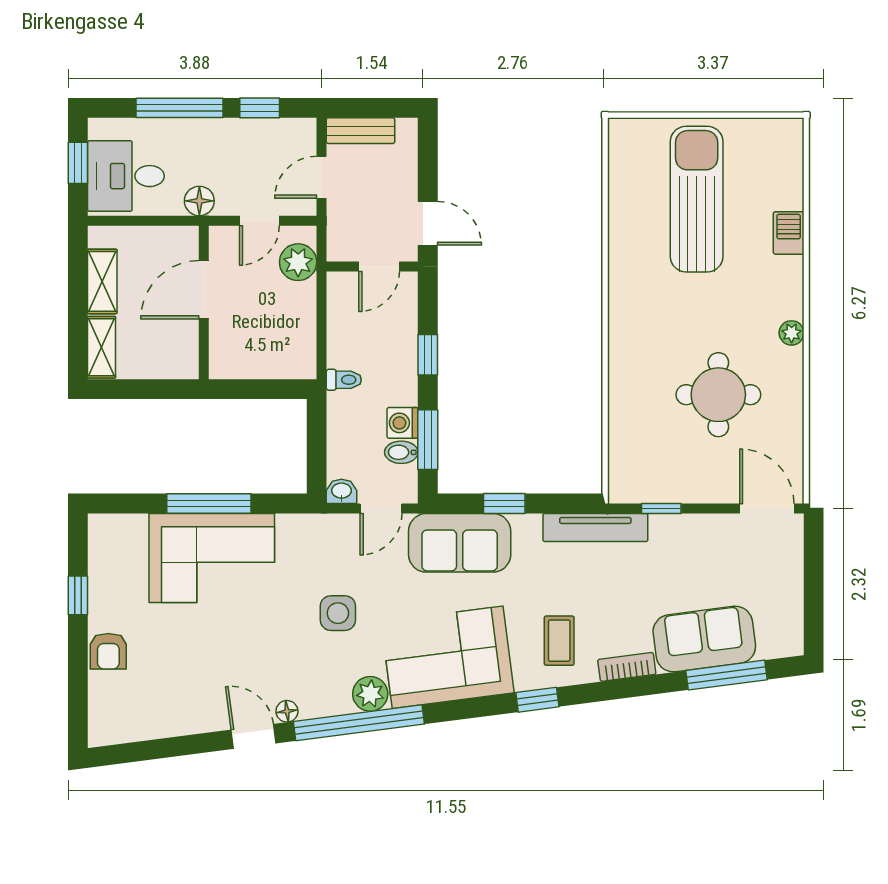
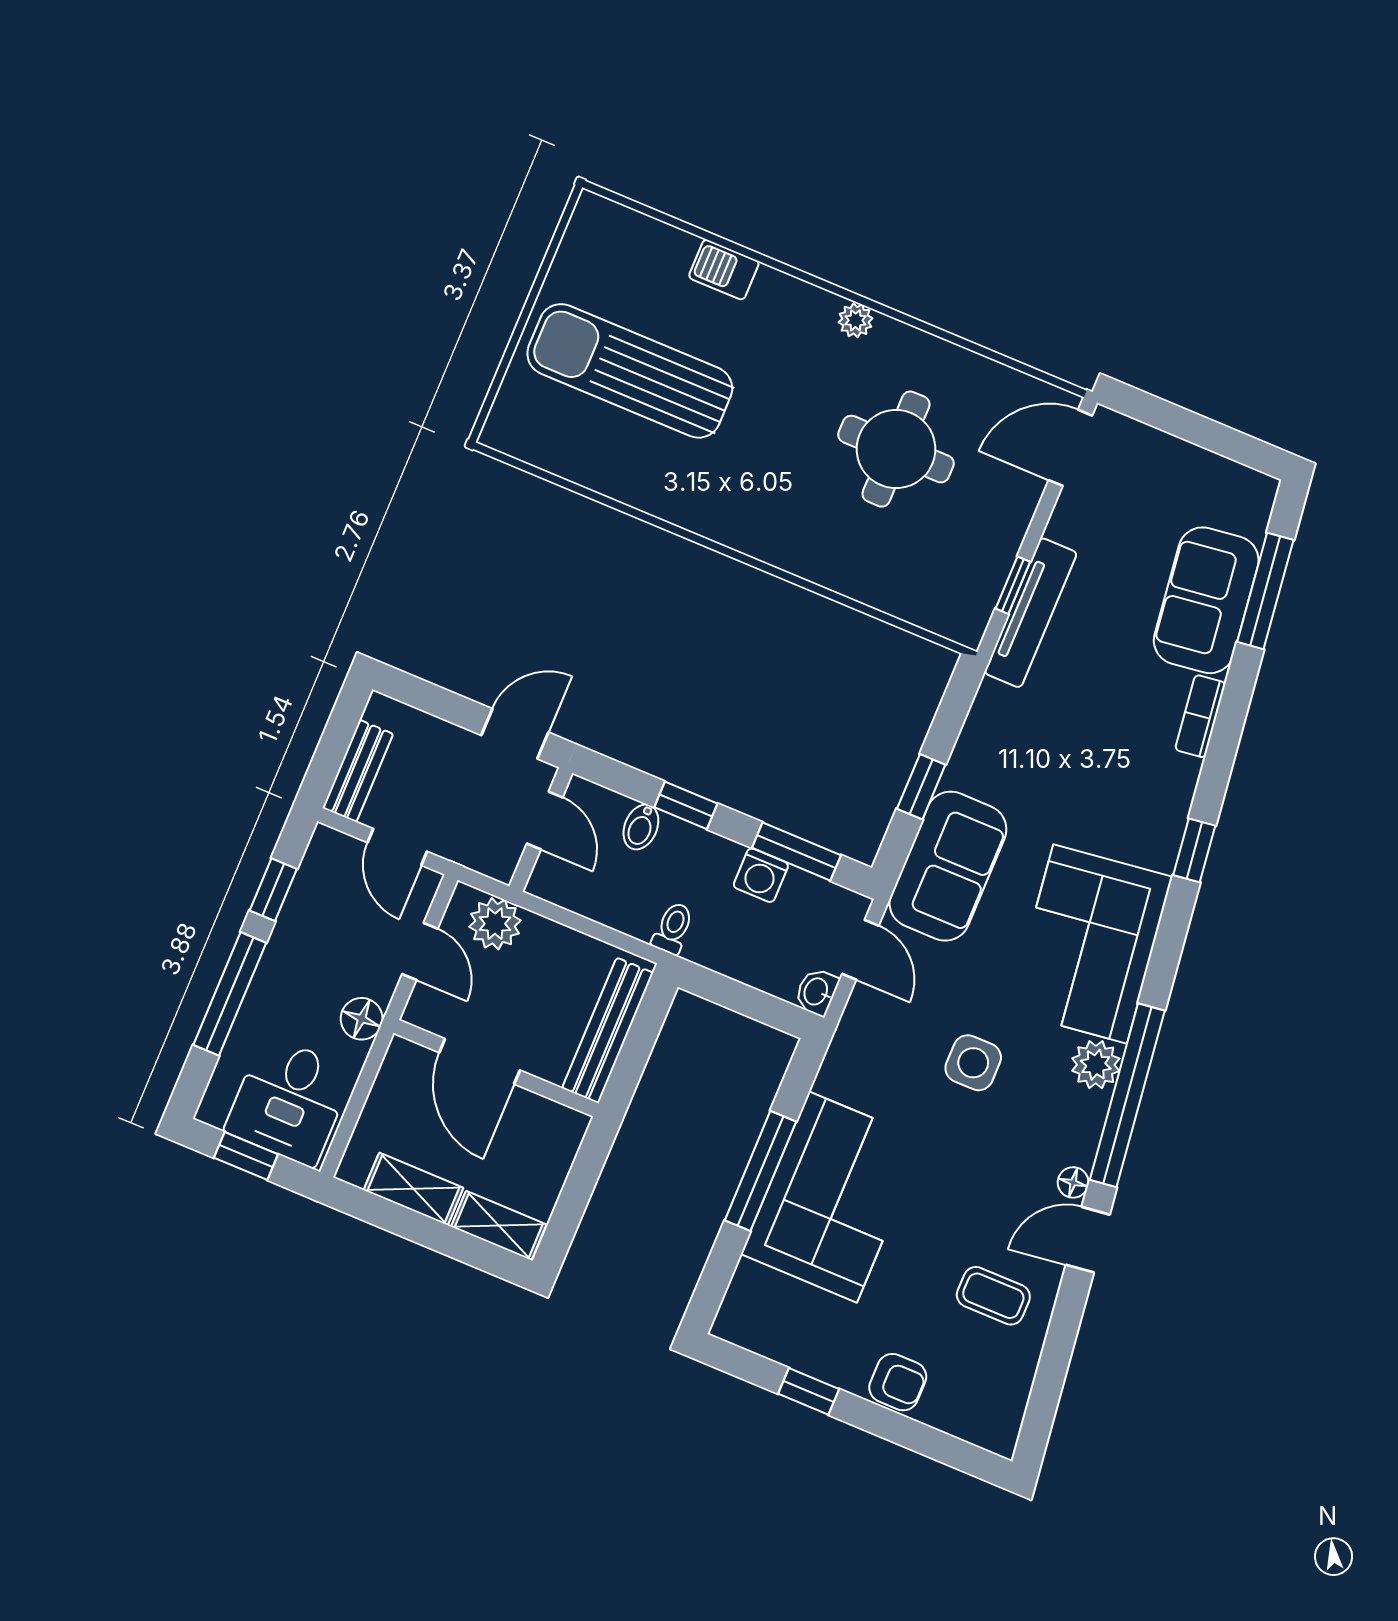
bench: (259, 365) -> (608, 1030), added
bidet: (401, 452) -> (641, 827), moved
tv unit: (595, 528) -> (1031, 613), moved
coffee table: (559, 641) -> (993, 1296), moved

